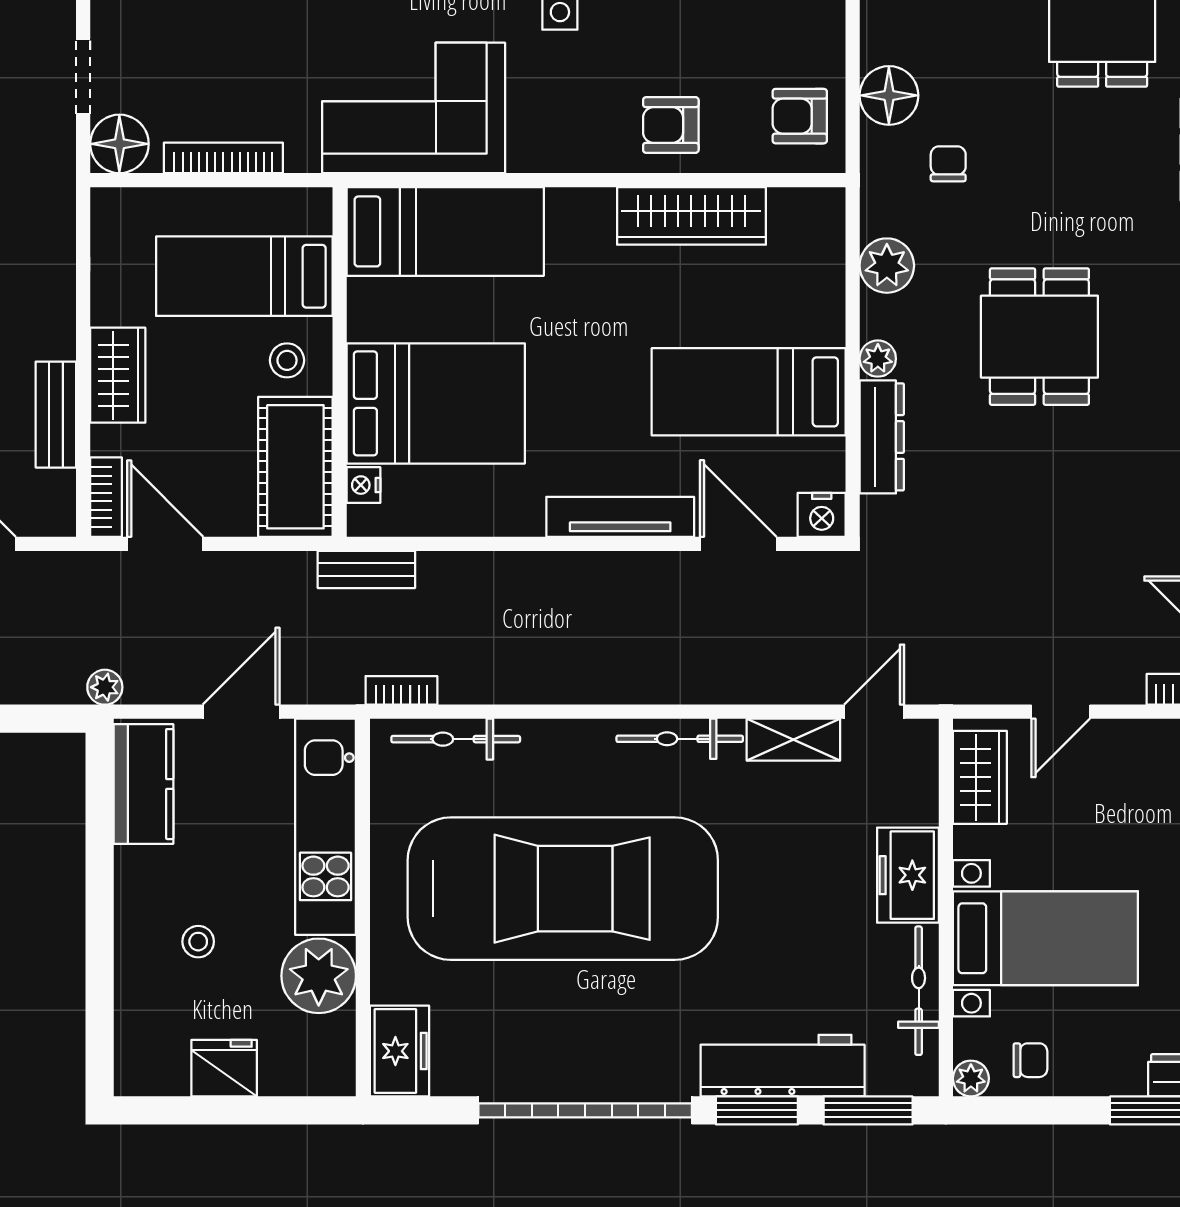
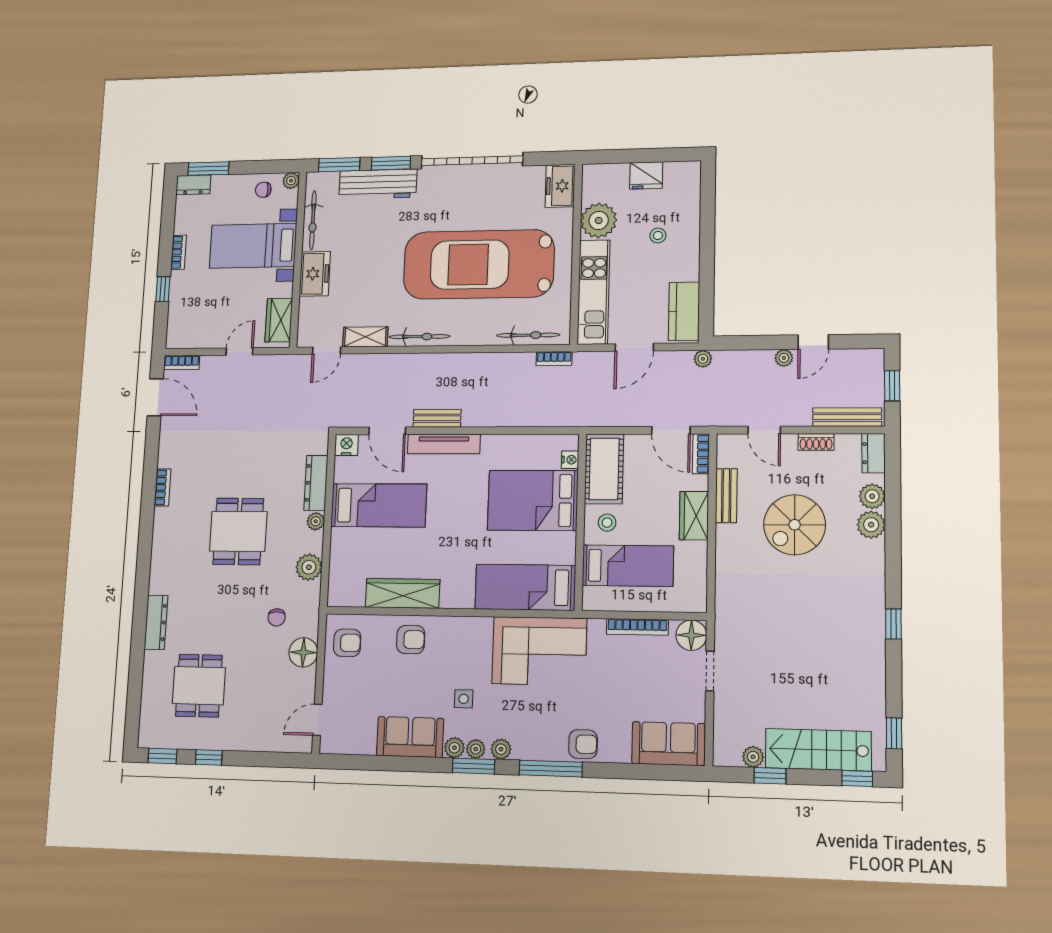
bench: (366, 569) -> (437, 418), moved

